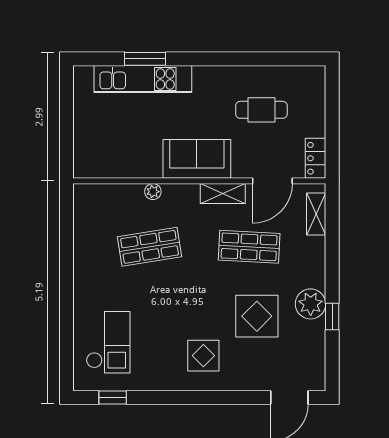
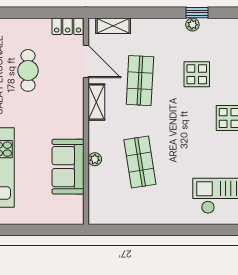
sofa: (197, 159) -> (68, 167), moved
plant: (311, 304) -> (192, 25), width x0.53, depth x0.53
display table: (257, 316) -> (197, 74), width x0.73, depth x0.73

